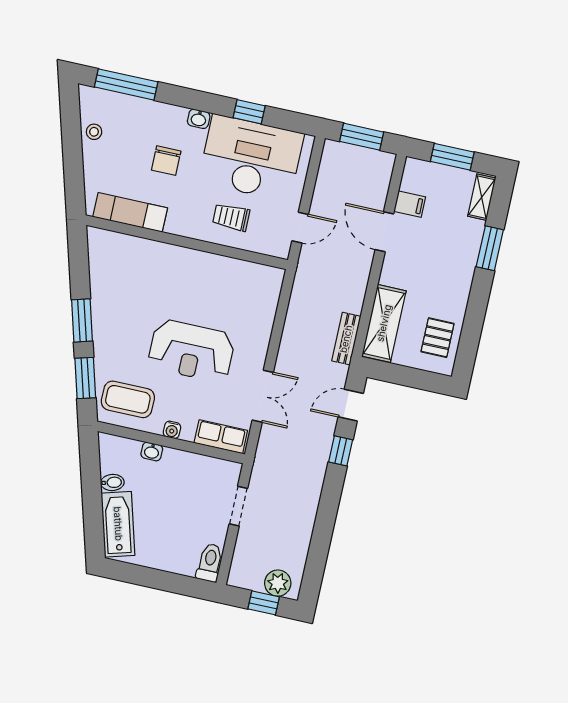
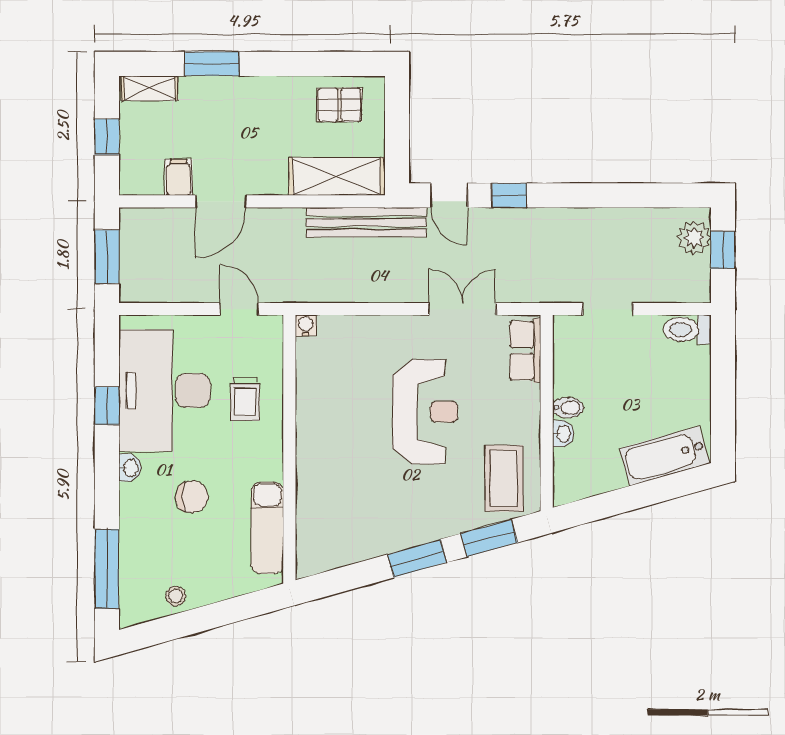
window: (452, 157) -> (107, 137), width x0.67
bench: (346, 339) -> (366, 222), width x1.86, depth x1.21
water cooler: (172, 430) -> (306, 325), moved, turned -90
bidet: (112, 482) -> (568, 408), moved, turned 106

